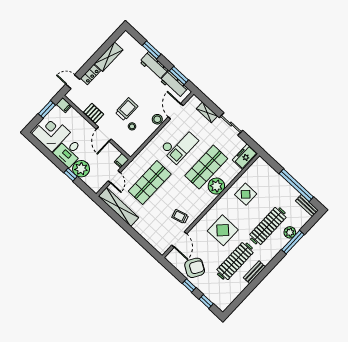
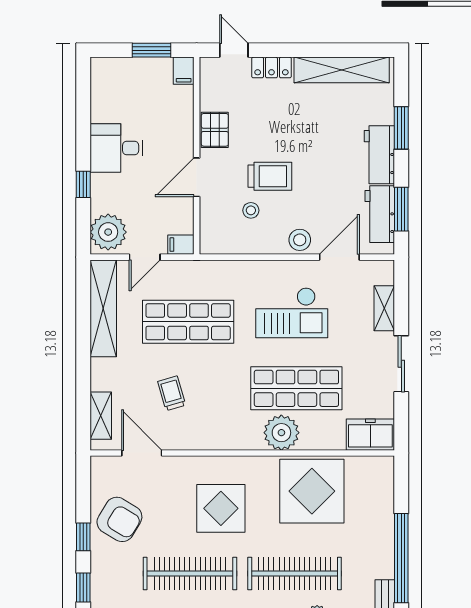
shelving: (109, 57) -> (342, 70), width x1.47
corner desk: (51, 133) -> (120, 92), removed
plant: (81, 169) -> (108, 232), moved
display table: (246, 194) -> (312, 491), width x1.86, depth x1.86
trolley: (180, 217) -> (172, 393), moved
door: (179, 239) -> (142, 453), swing flipped
shelving: (154, 241) -> (101, 416), added

